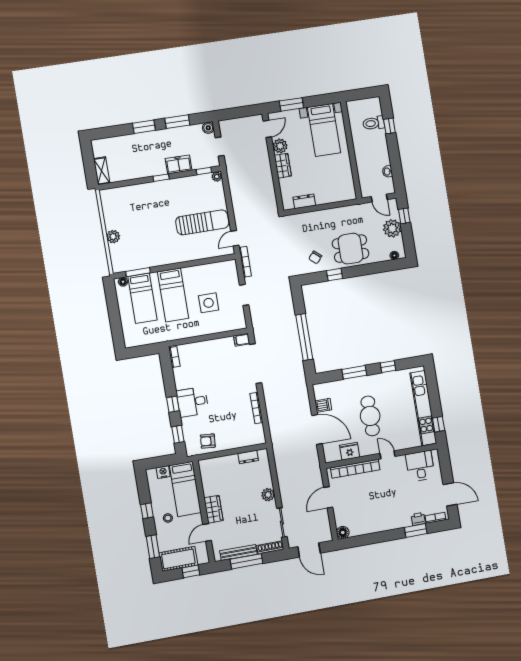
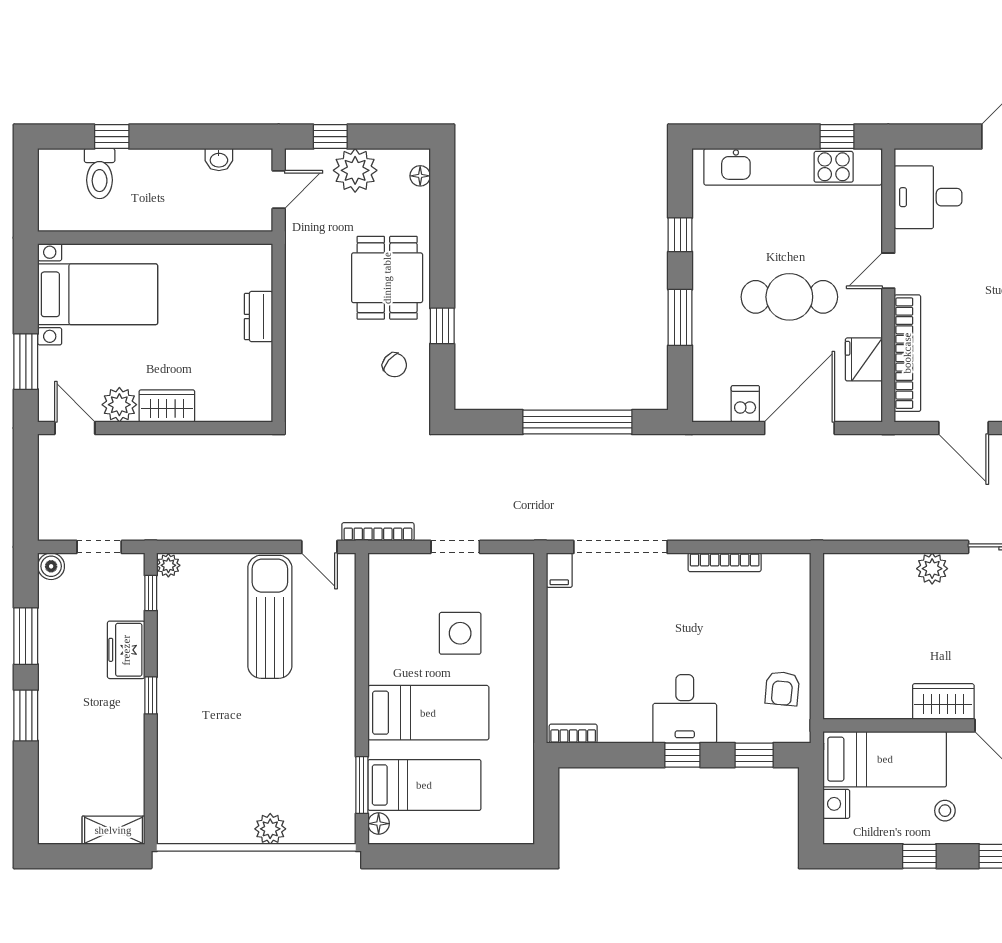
dresser: (304, 201) -> (259, 316), moved
dresser: (248, 457) -> (836, 600), removed

